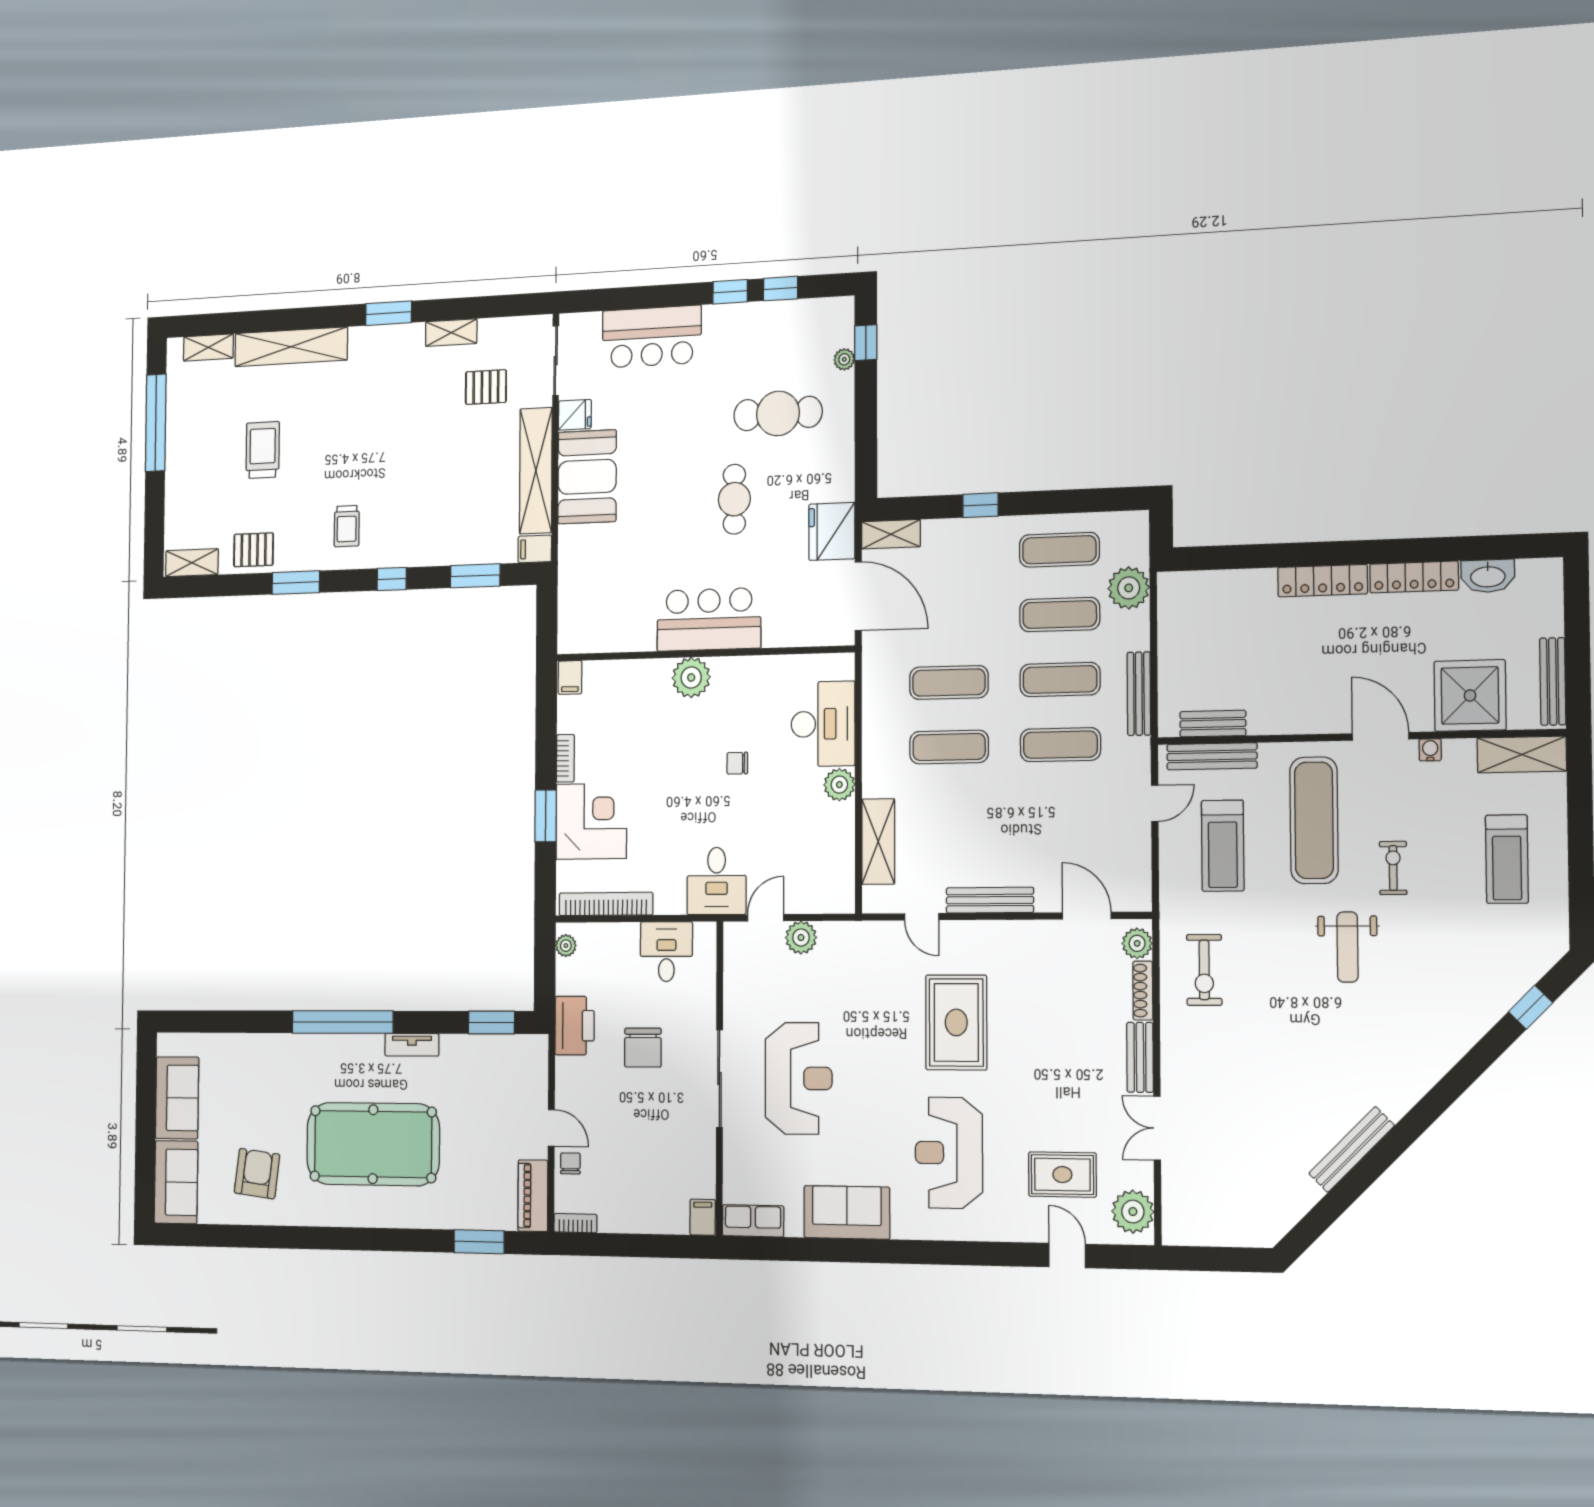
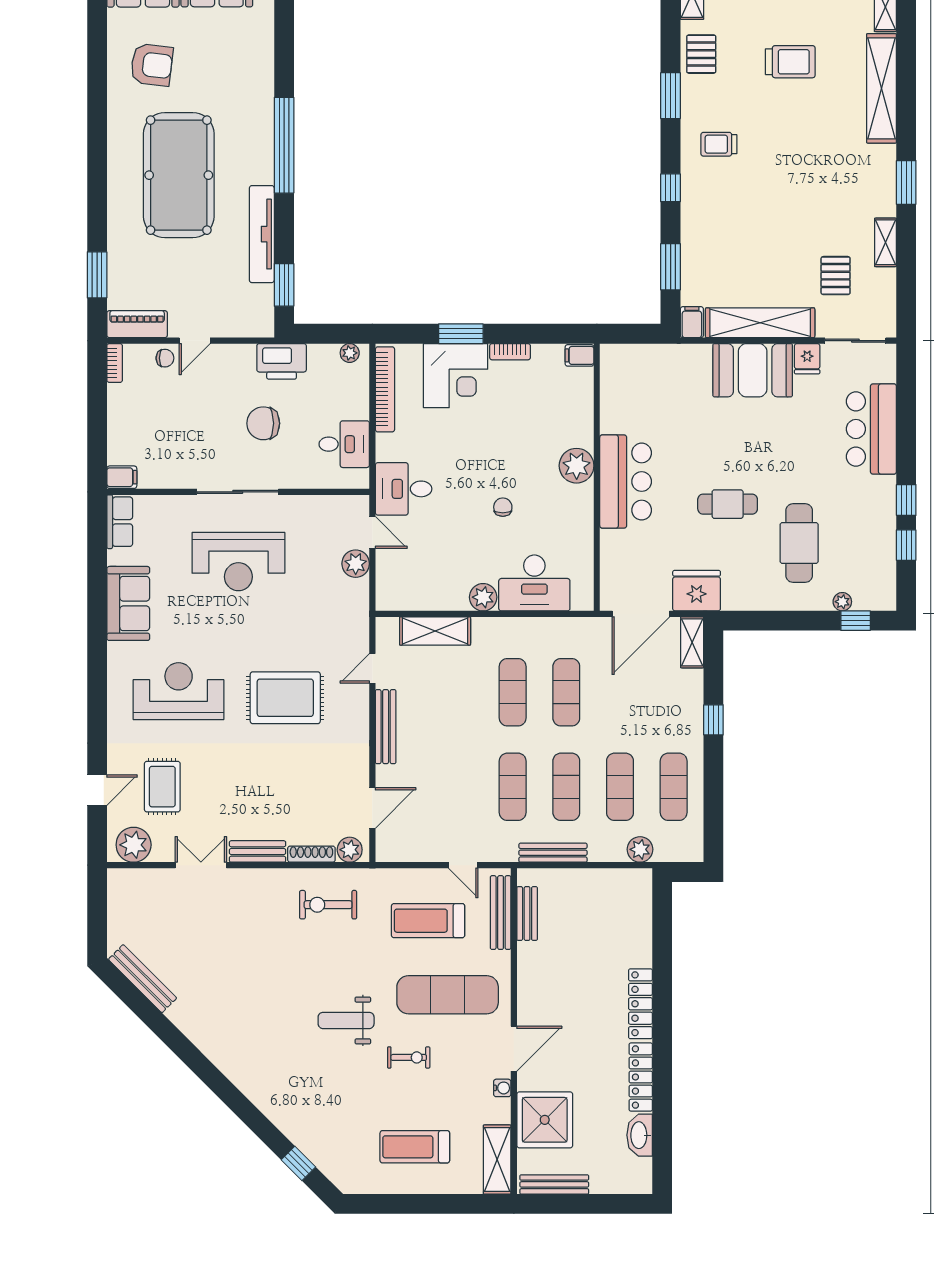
plant: (1129, 588) -> (640, 849), width x0.73, depth x0.73
tv unit: (412, 1045) -> (262, 234), width x1.92, depth x1.29
bench: (1352, 1149) -> (143, 979), moved

